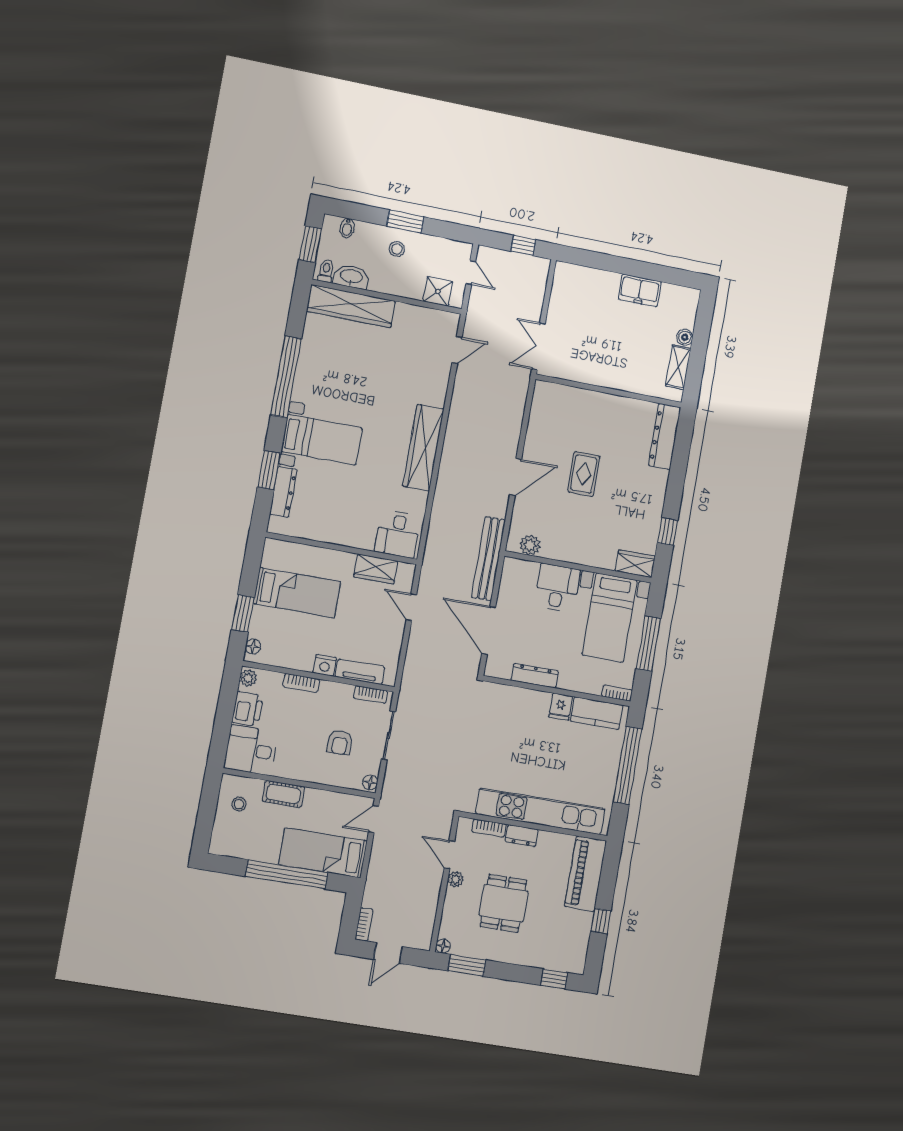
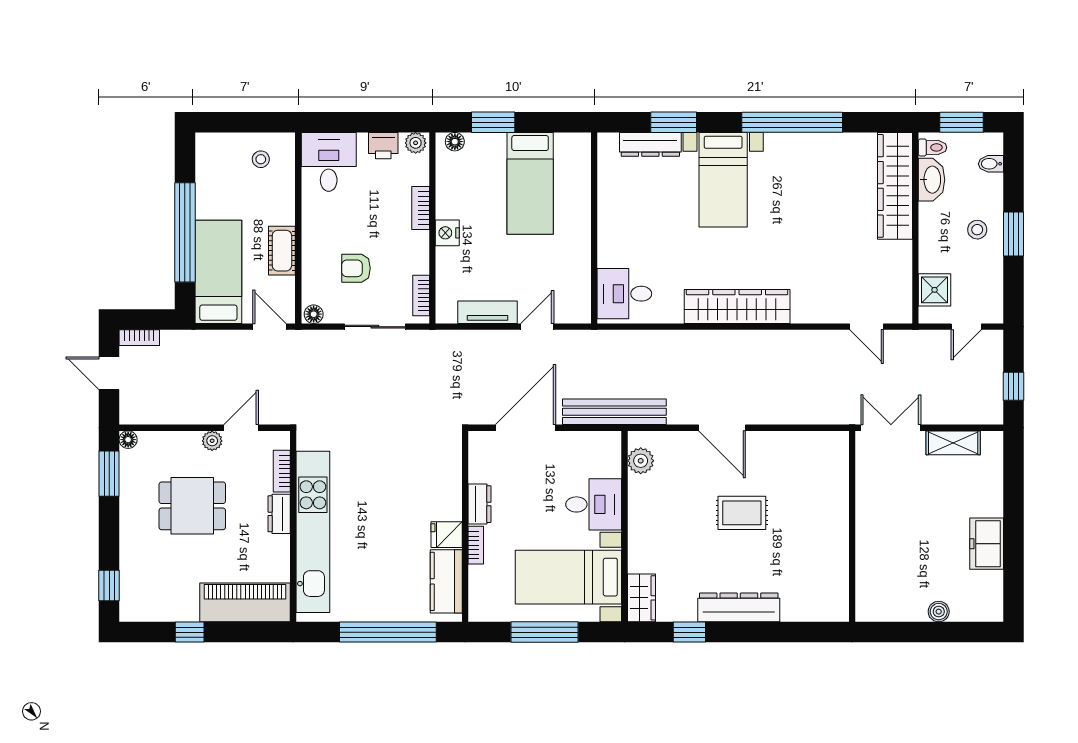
shelving: (678, 367) -> (953, 443), moved
dresser: (664, 437) -> (739, 607), moved
wardrobe: (376, 569) -> (576, 274), removed
tv unit: (360, 672) -> (487, 312), moved, turned -90
dresser: (535, 676) -> (480, 504), width x0.70
bookcase: (617, 693) -> (476, 545), moved
printer: (248, 709) -> (383, 146), width x0.73, depth x0.81
cot: (283, 794) -> (282, 251), moved

